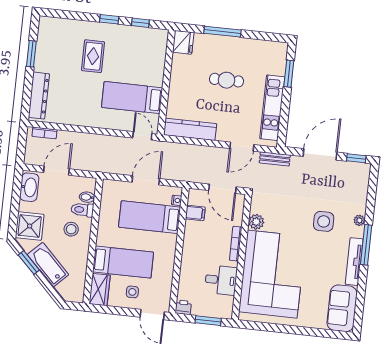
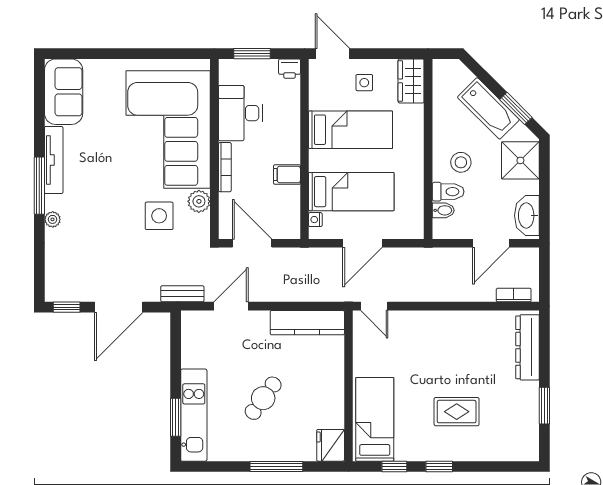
rug: (93, 56) -> (457, 412), turned 90
cafe table: (226, 80) -> (263, 398), turned -54
bed: (132, 98) -> (375, 419), moved, turned -90
kitchen unit: (272, 108) -> (194, 415), moved
filing cabinet: (195, 213) -> (287, 175), moved
side table: (324, 221) -> (159, 216), moved
bed: (123, 262) -> (351, 130), moved, turned 180
desk: (221, 280) -> (240, 113), width x1.37

